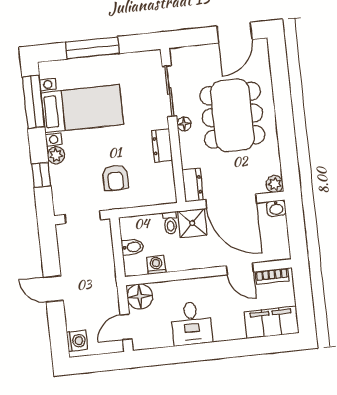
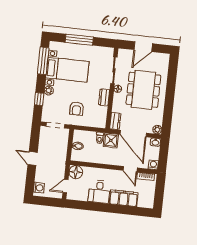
door: (235, 33) -> (143, 47), moved
washing machine: (156, 265) -> (153, 165), moved
filing cabinet: (271, 322) -> (124, 198), moved

